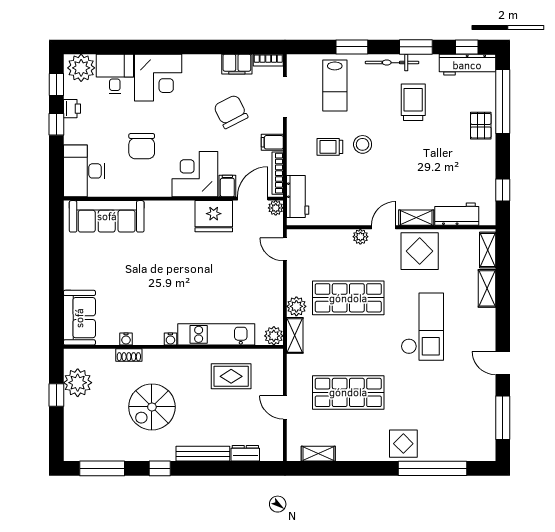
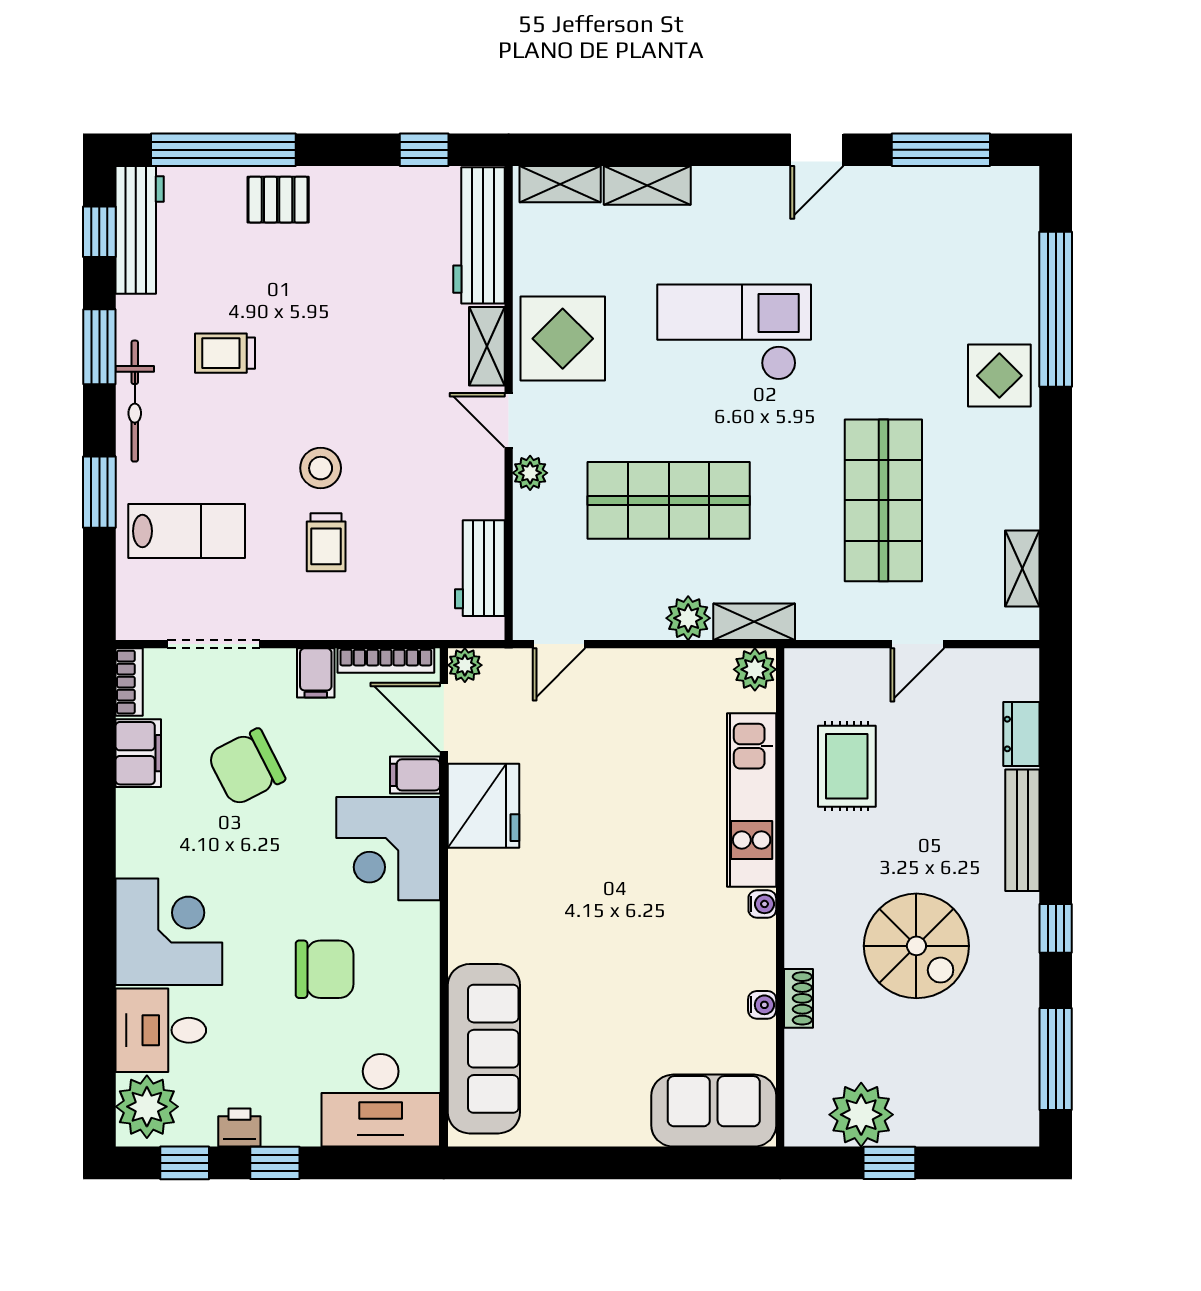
trolley: (413, 102) -> (225, 353), width x0.73, depth x0.72
workbench: (298, 197) -> (480, 568), moved, turned -90
workbench: (457, 214) -> (479, 235), width x1.37
shop shelf: (348, 298) -> (669, 500), turned 90

